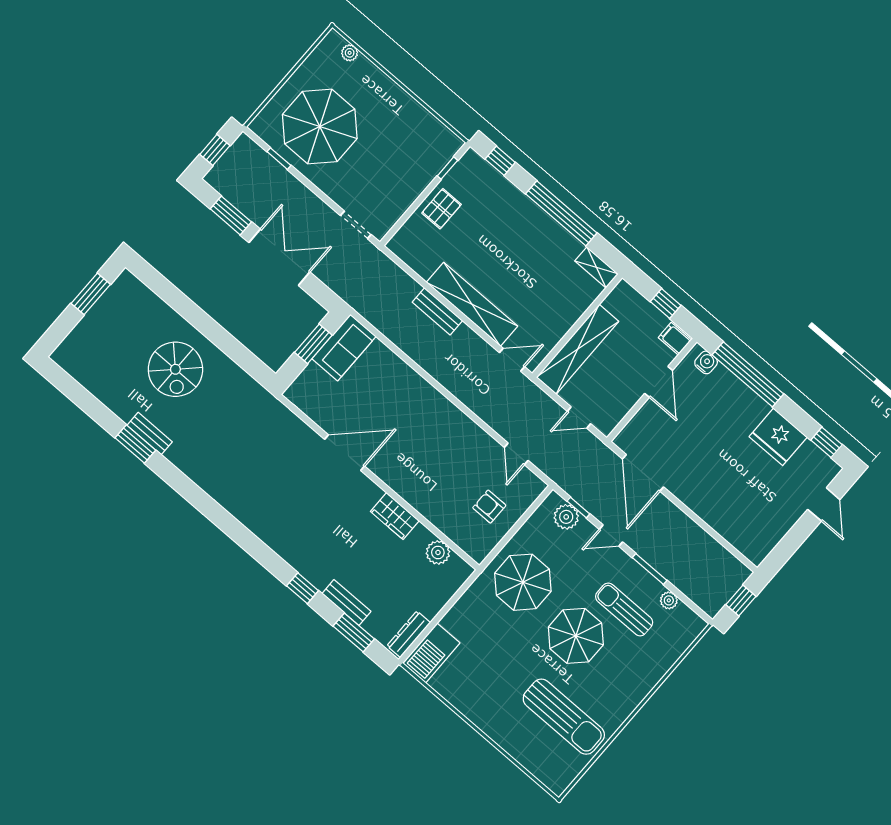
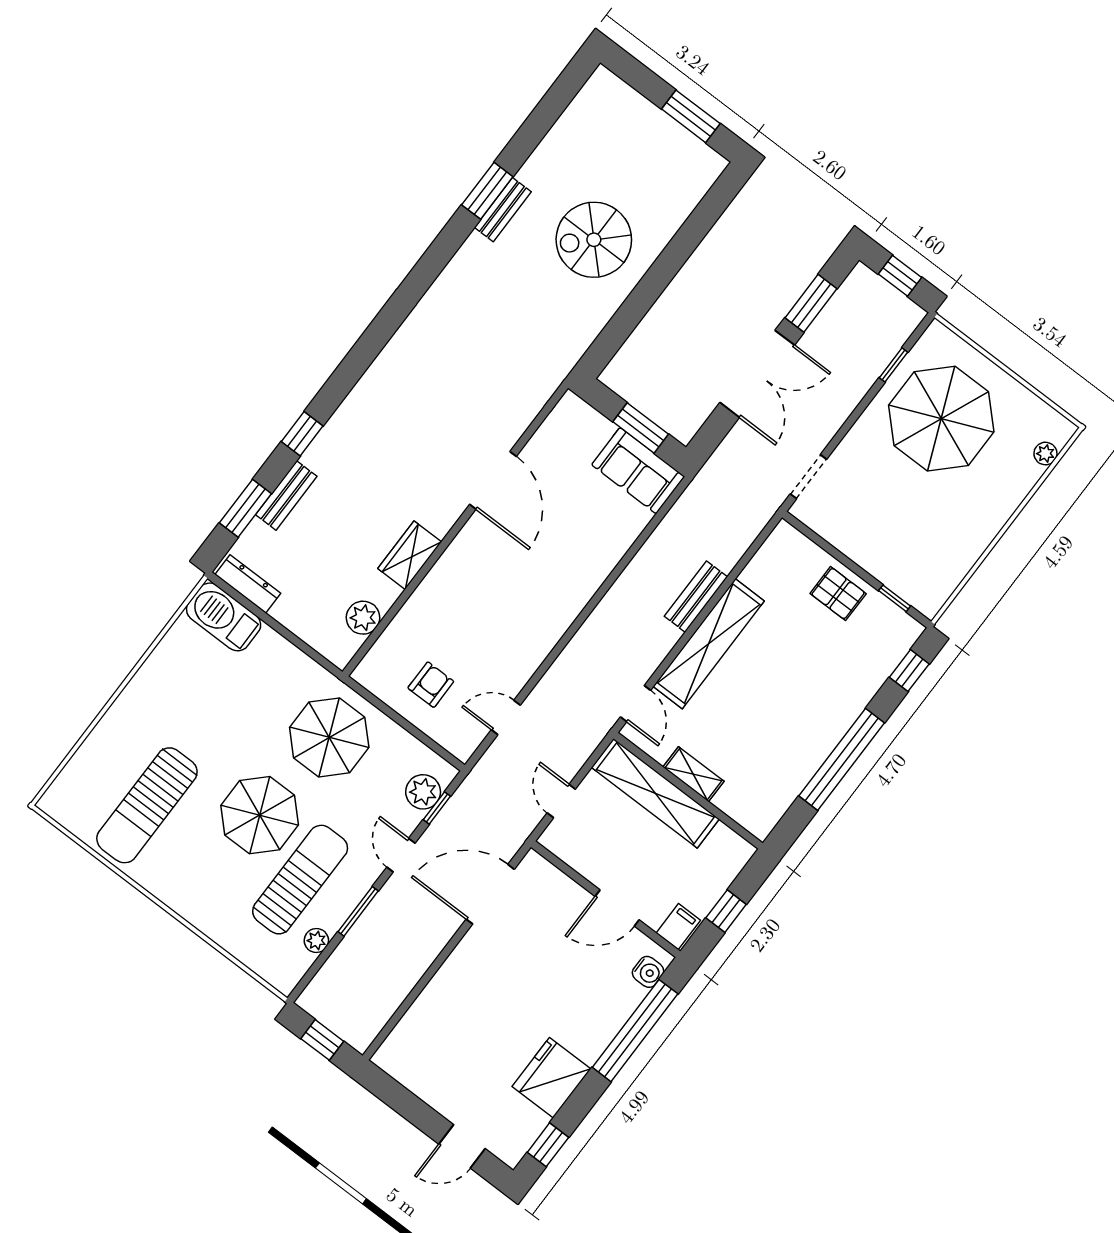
shelving: (597, 267) -> (693, 774), moved, turned 90
sun lounger: (624, 609) -> (300, 880), width x1.36, depth x1.34

